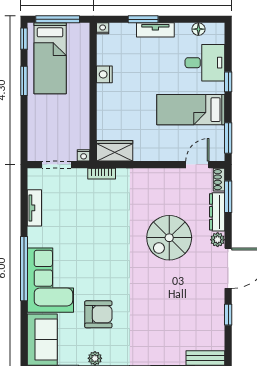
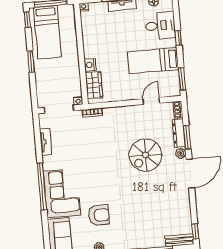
nightstand: (104, 74) -> (90, 65), moved
window: (24, 81) -> (31, 62), moved
wardrobe: (115, 151) -> (94, 85), moved, turned 90
doorway: (56, 165) -> (59, 109), width x1.38
door: (197, 165) -> (151, 101), moved
window: (228, 197) -> (187, 137), moved
window: (228, 315) -> (195, 231), moved

